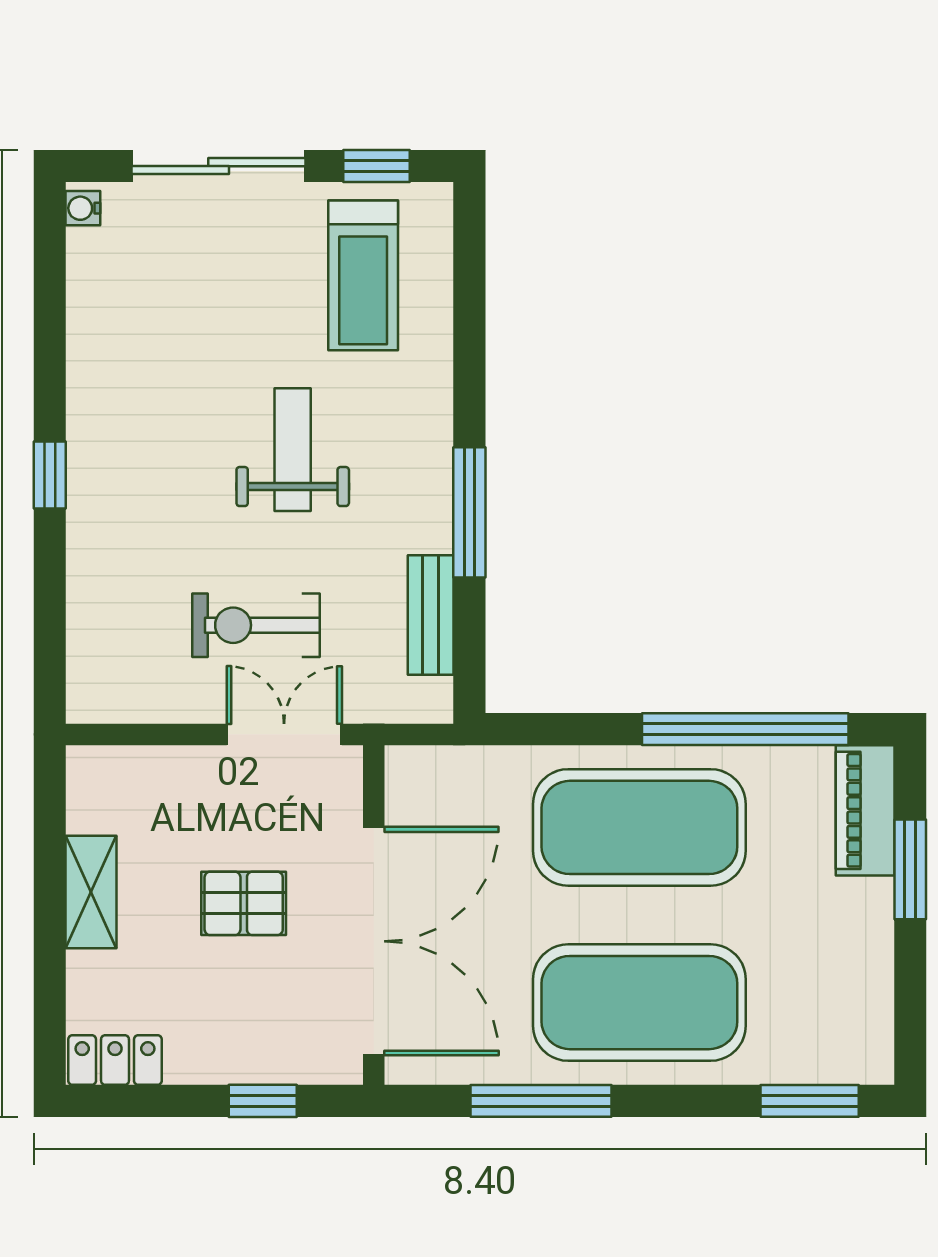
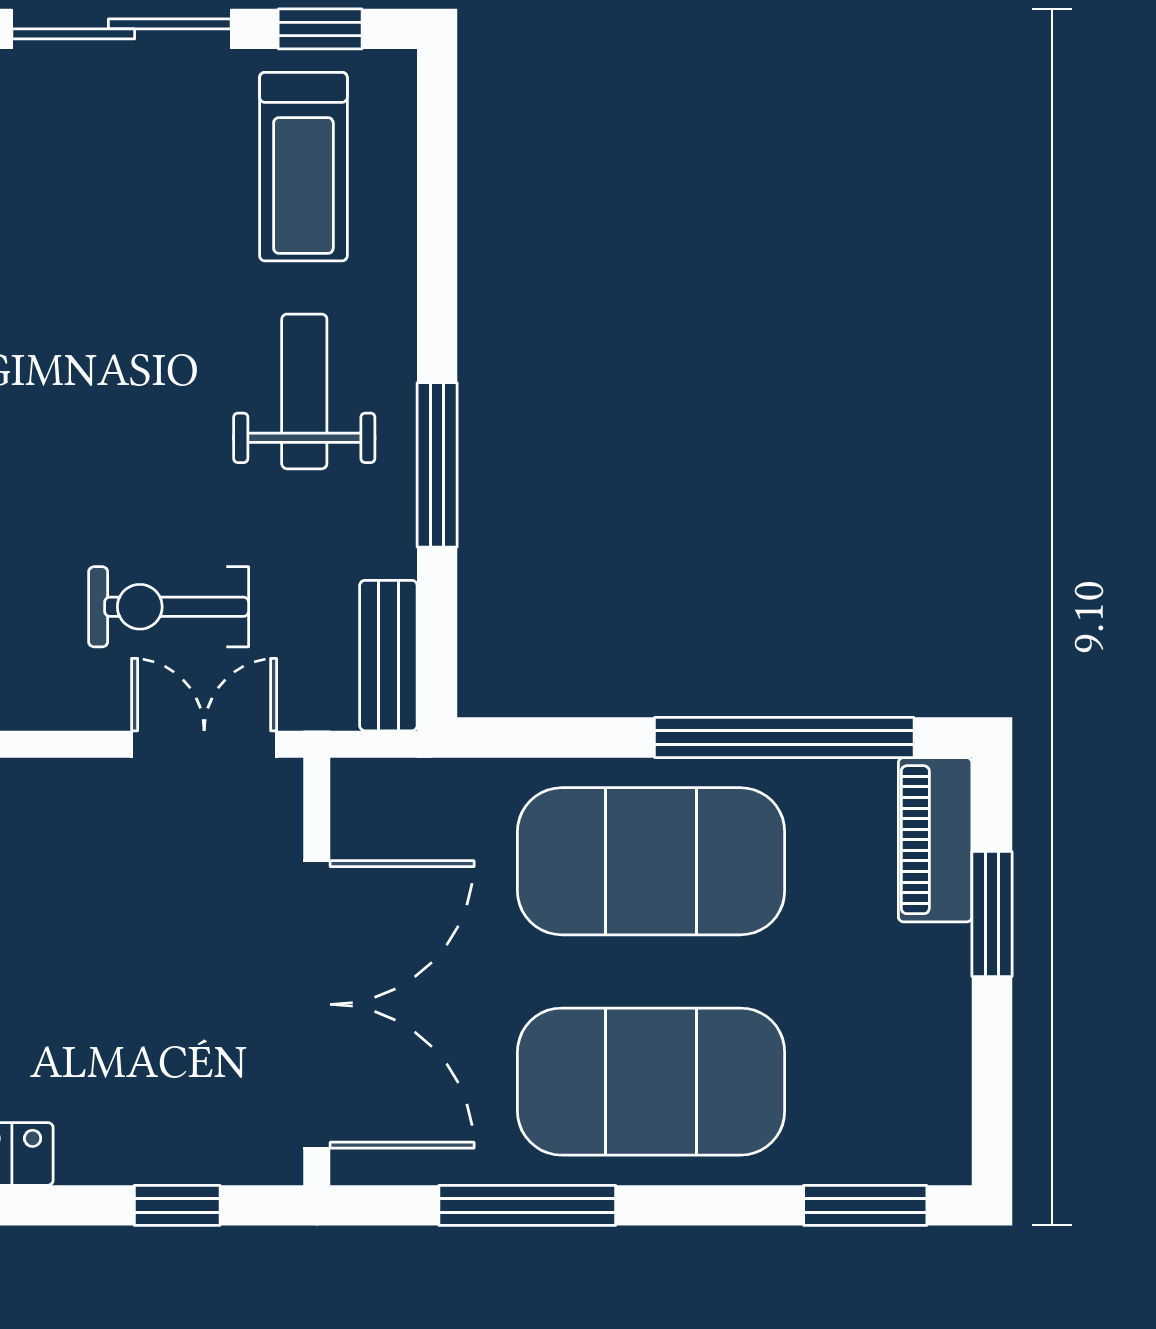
weight bench: (293, 450) -> (304, 391), moved
bench: (431, 615) -> (388, 656), moved
pallet: (244, 903) -> (153, 957), removed

